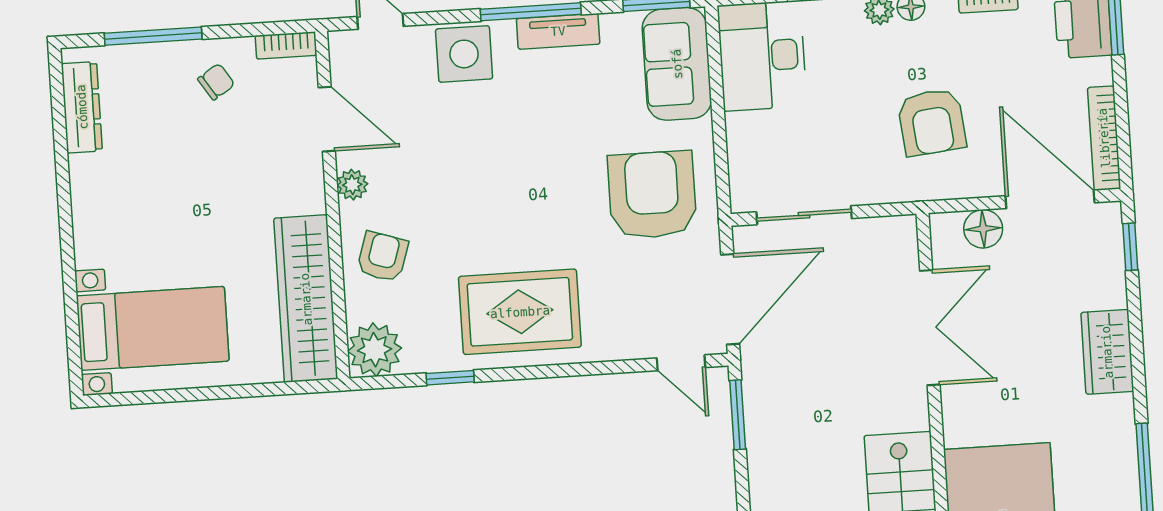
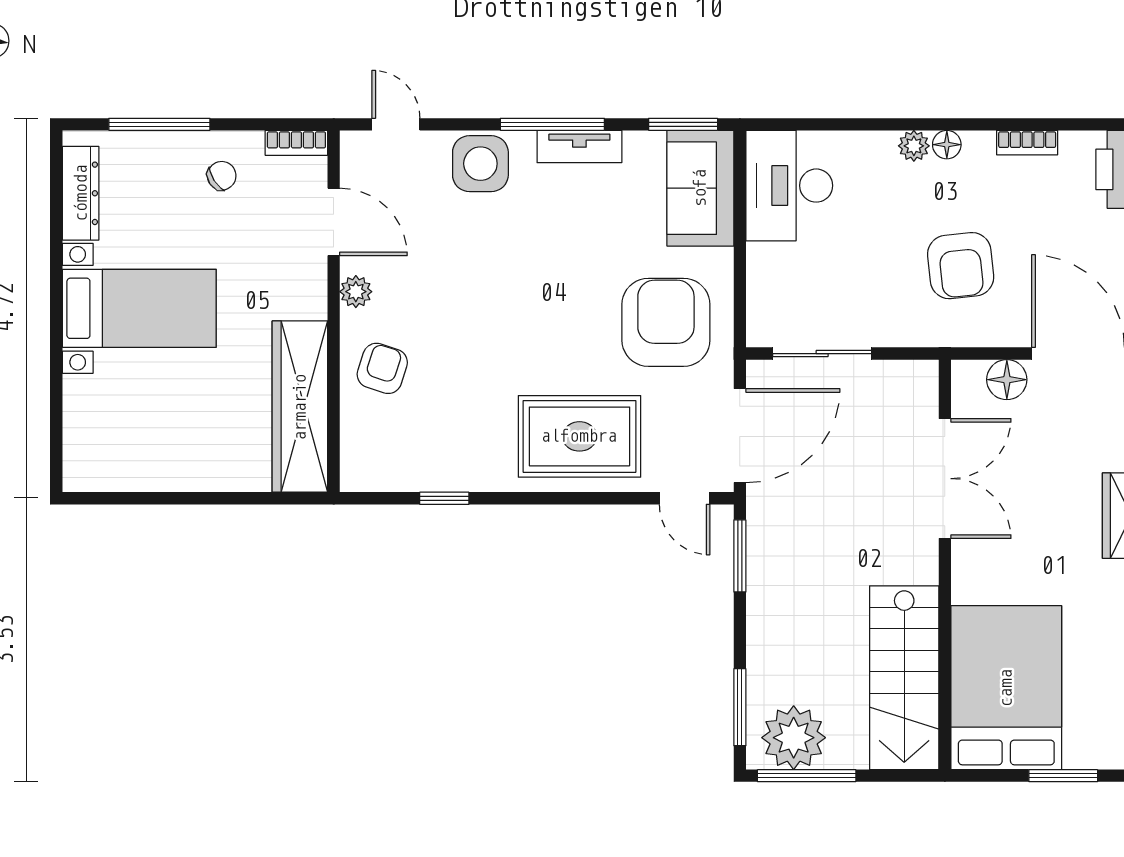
rug: (520, 312) -> (579, 436), moved
bed with nightstands: (153, 328) -> (139, 308), moved
plant: (375, 350) -> (368, 464), removed

